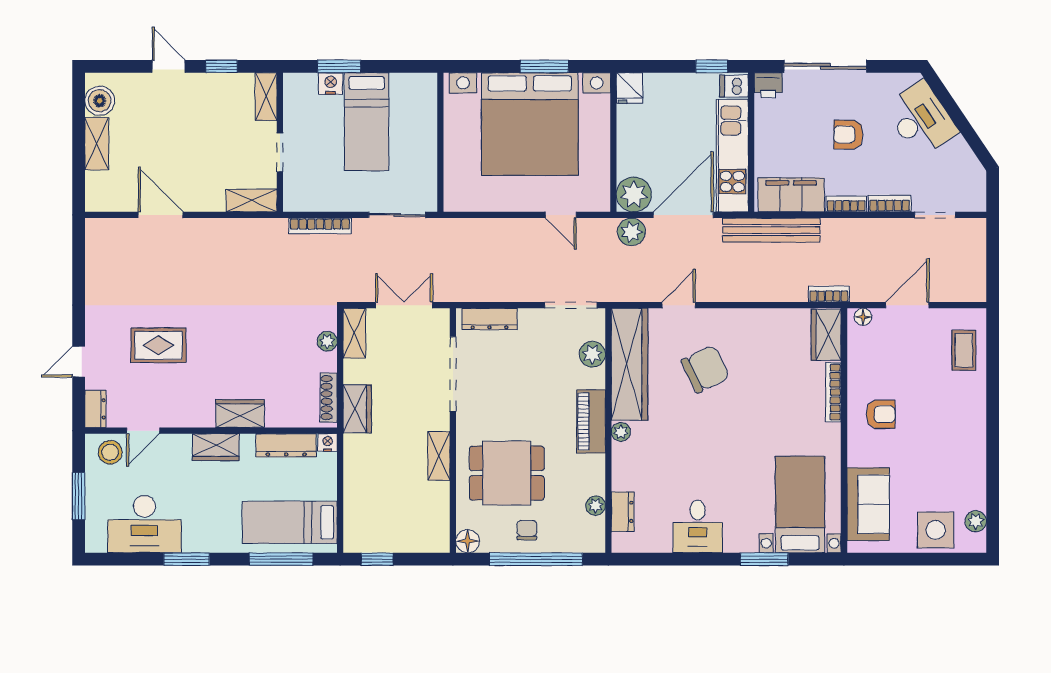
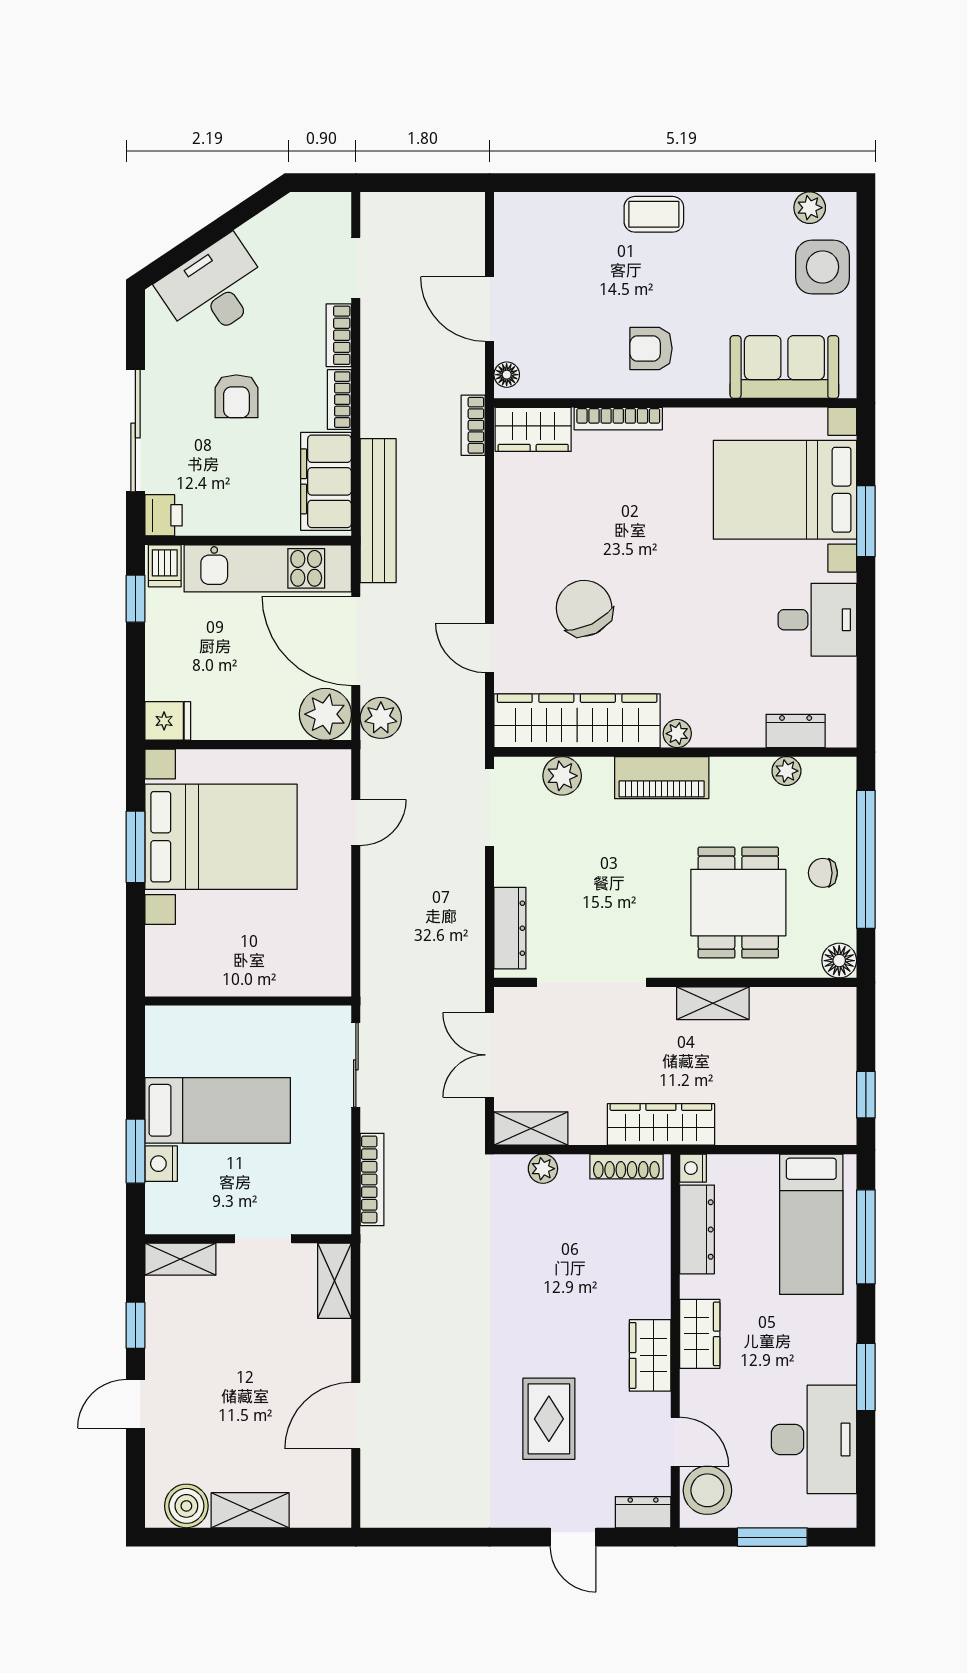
bed with nightstands: (530, 124) -> (221, 837), width x0.73
coffee table: (964, 350) -> (654, 214), moved
wardrobe: (357, 409) -> (661, 1124), width x1.50
wardrobe: (240, 414) -> (650, 1355), moved
armchair: (881, 414) -> (651, 348), turned -90
stool: (110, 452) -> (707, 1490), width x1.38, depth x1.38
bed with nightstands: (800, 505) -> (785, 490), width x1.36

